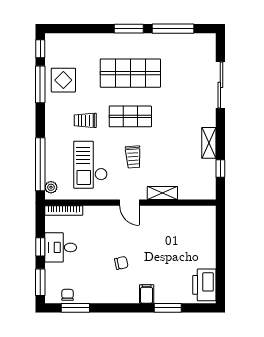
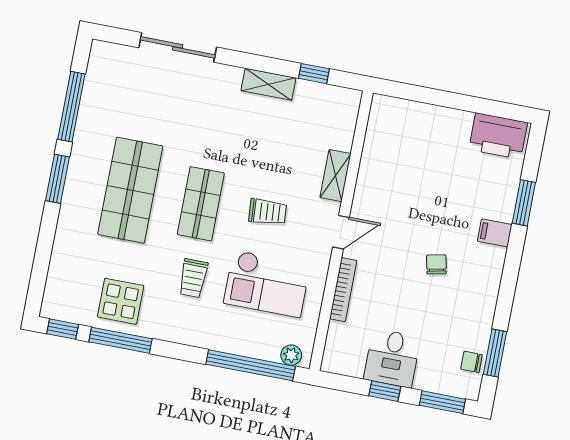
bookcase: (64, 211) -> (343, 290), moved

